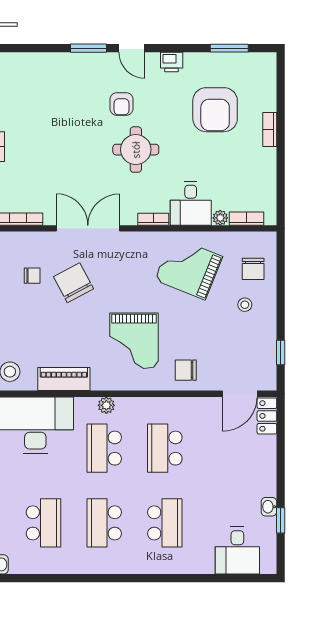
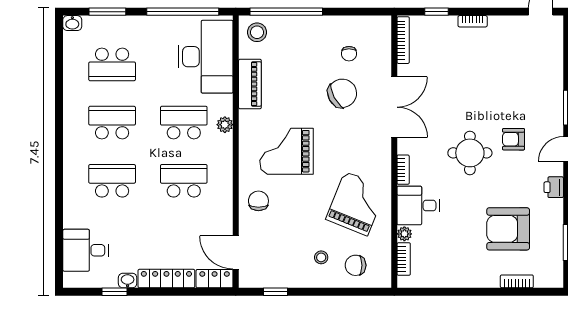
bookcase: (270, 130) -> (517, 281), moved
locker: (267, 466) -> (166, 279), added
school desk: (165, 523) -> (112, 181), turned 180

